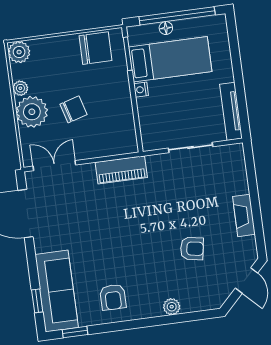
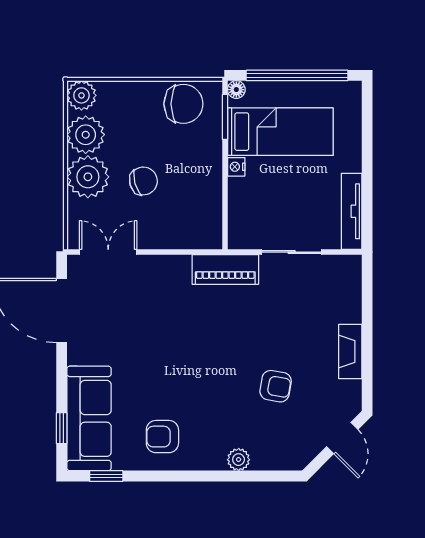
floor lamp: (166, 28) -> (236, 90), moved
plant: (20, 88) -> (86, 135), width x1.88, depth x1.88
piano: (121, 170) -> (225, 270), moved
armchair: (113, 297) -> (162, 437), turned 90

